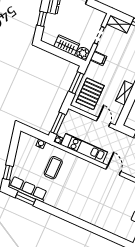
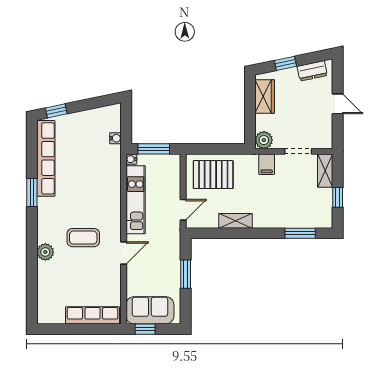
wardrobe: (67, 45) -> (265, 96), moved
window: (76, 83) -> (220, 149), removed
coffee table: (53, 168) -> (83, 238), moved
row of seats: (28, 189) -> (46, 158), width x1.36
window: (26, 198) -> (32, 192), moved
plant: (91, 218) -> (45, 252), added

